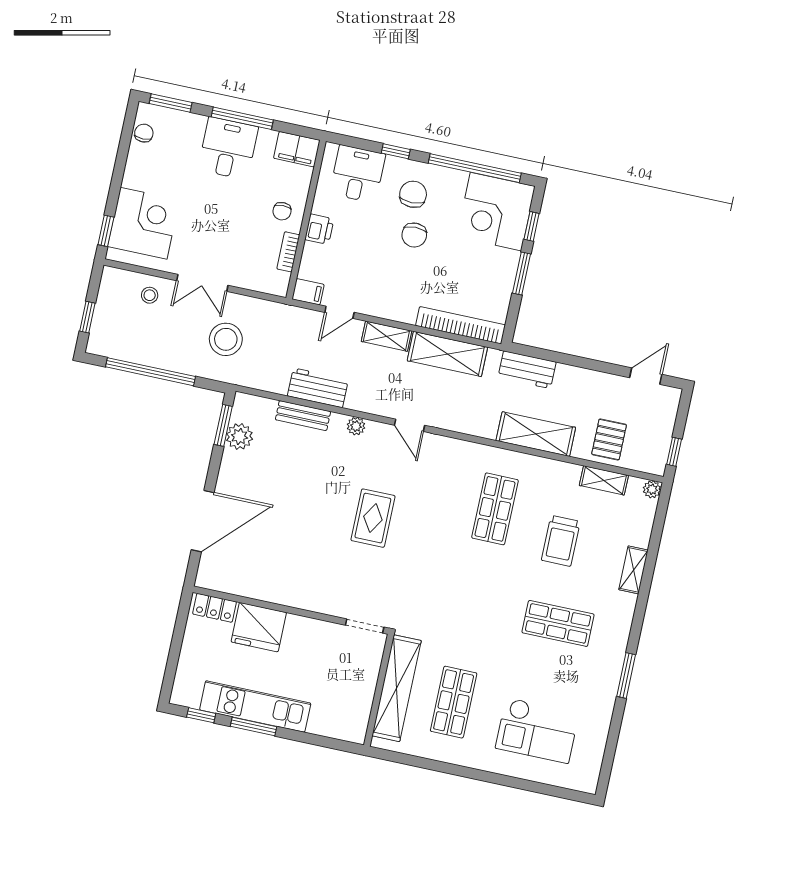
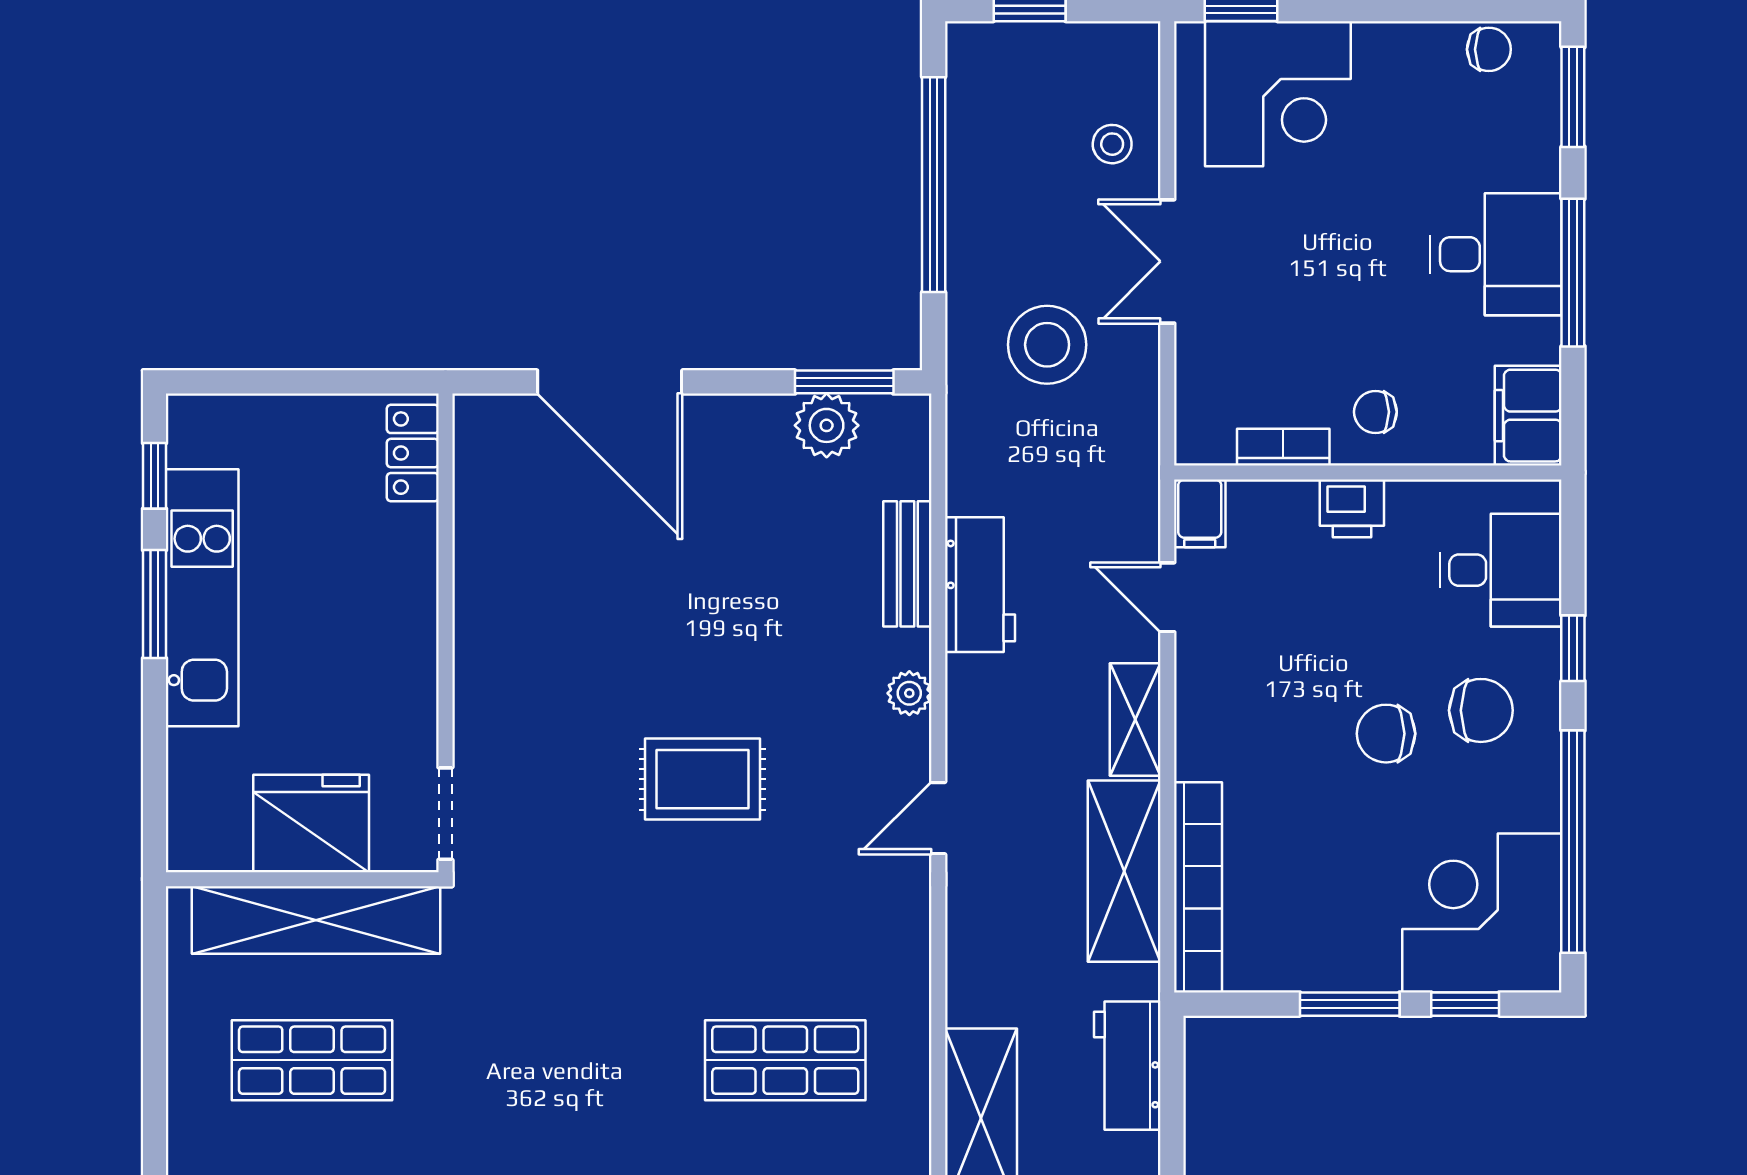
fridge: (259, 627) -> (311, 823), moved, turned 90

